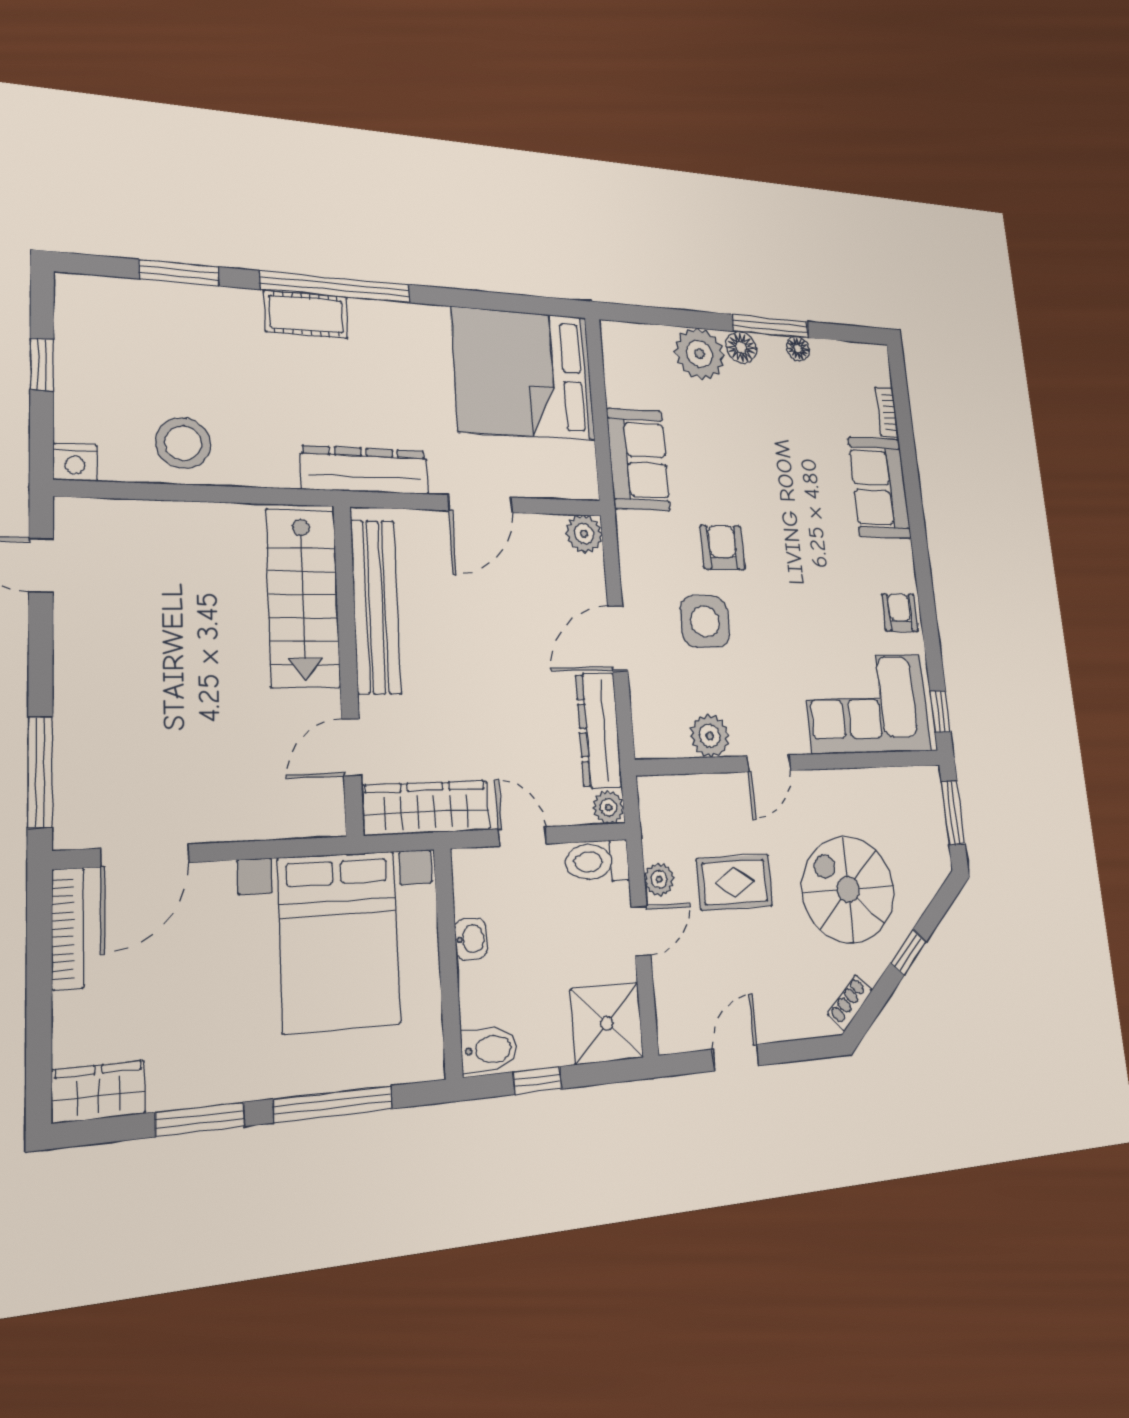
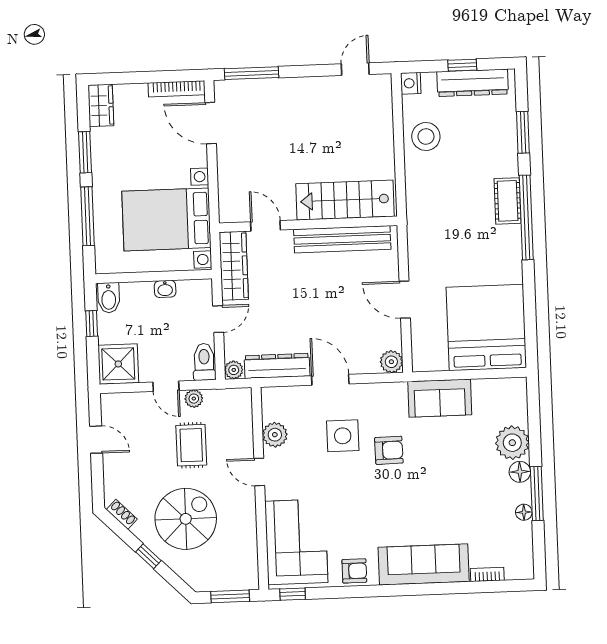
dresser: (365, 470) -> (473, 83), moved, turned 90
sofa: (880, 488) -> (424, 564), width x1.36

